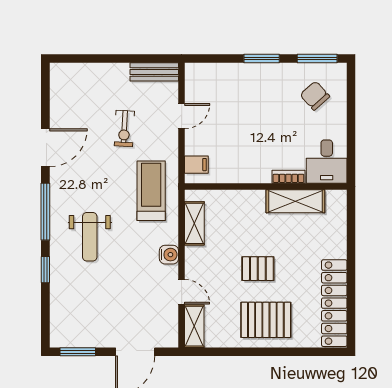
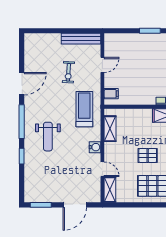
bench: (154, 72) -> (81, 39), width x1.36

